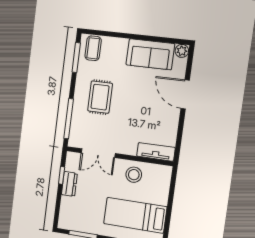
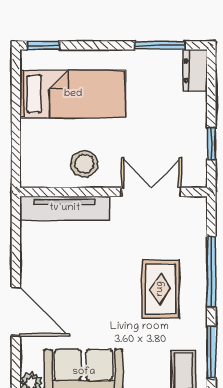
window: (69, 119) -> (211, 272), moved
tv unit: (156, 152) -> (65, 208), width x1.41
dresser: (69, 184) -> (195, 71), moved

